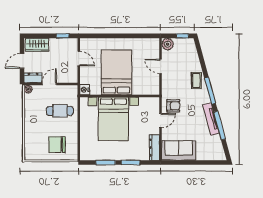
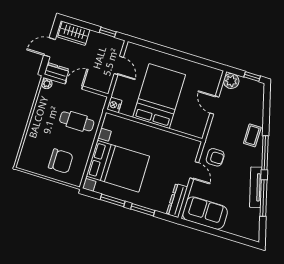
bed with nightstands: (113, 119) -> (118, 166), moved, turned -90
door: (160, 121) -> (194, 170), hinge flipped
chair: (57, 145) -> (61, 161), turned 180

